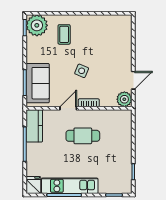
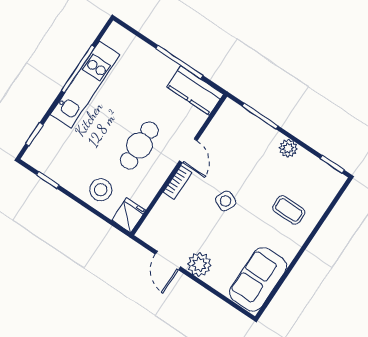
plant: (37, 25) -> (288, 148), moved, width x0.53, depth x0.53
sofa: (38, 83) -> (258, 279), moved, turned 90
plant: (124, 99) -> (199, 264), moved
stool: (120, 141) -> (101, 190), added
fridge: (33, 185) -> (129, 215), moved, turned -90

